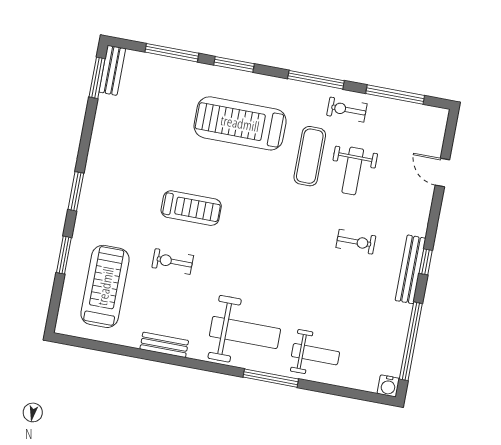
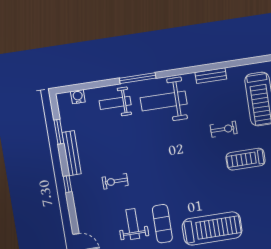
treadmill: (191, 208) -> (246, 159), moved
bench: (410, 269) -> (72, 153), moved
window: (411, 341) -> (59, 132), width x0.47
water cooler: (388, 386) -> (78, 97), moved

